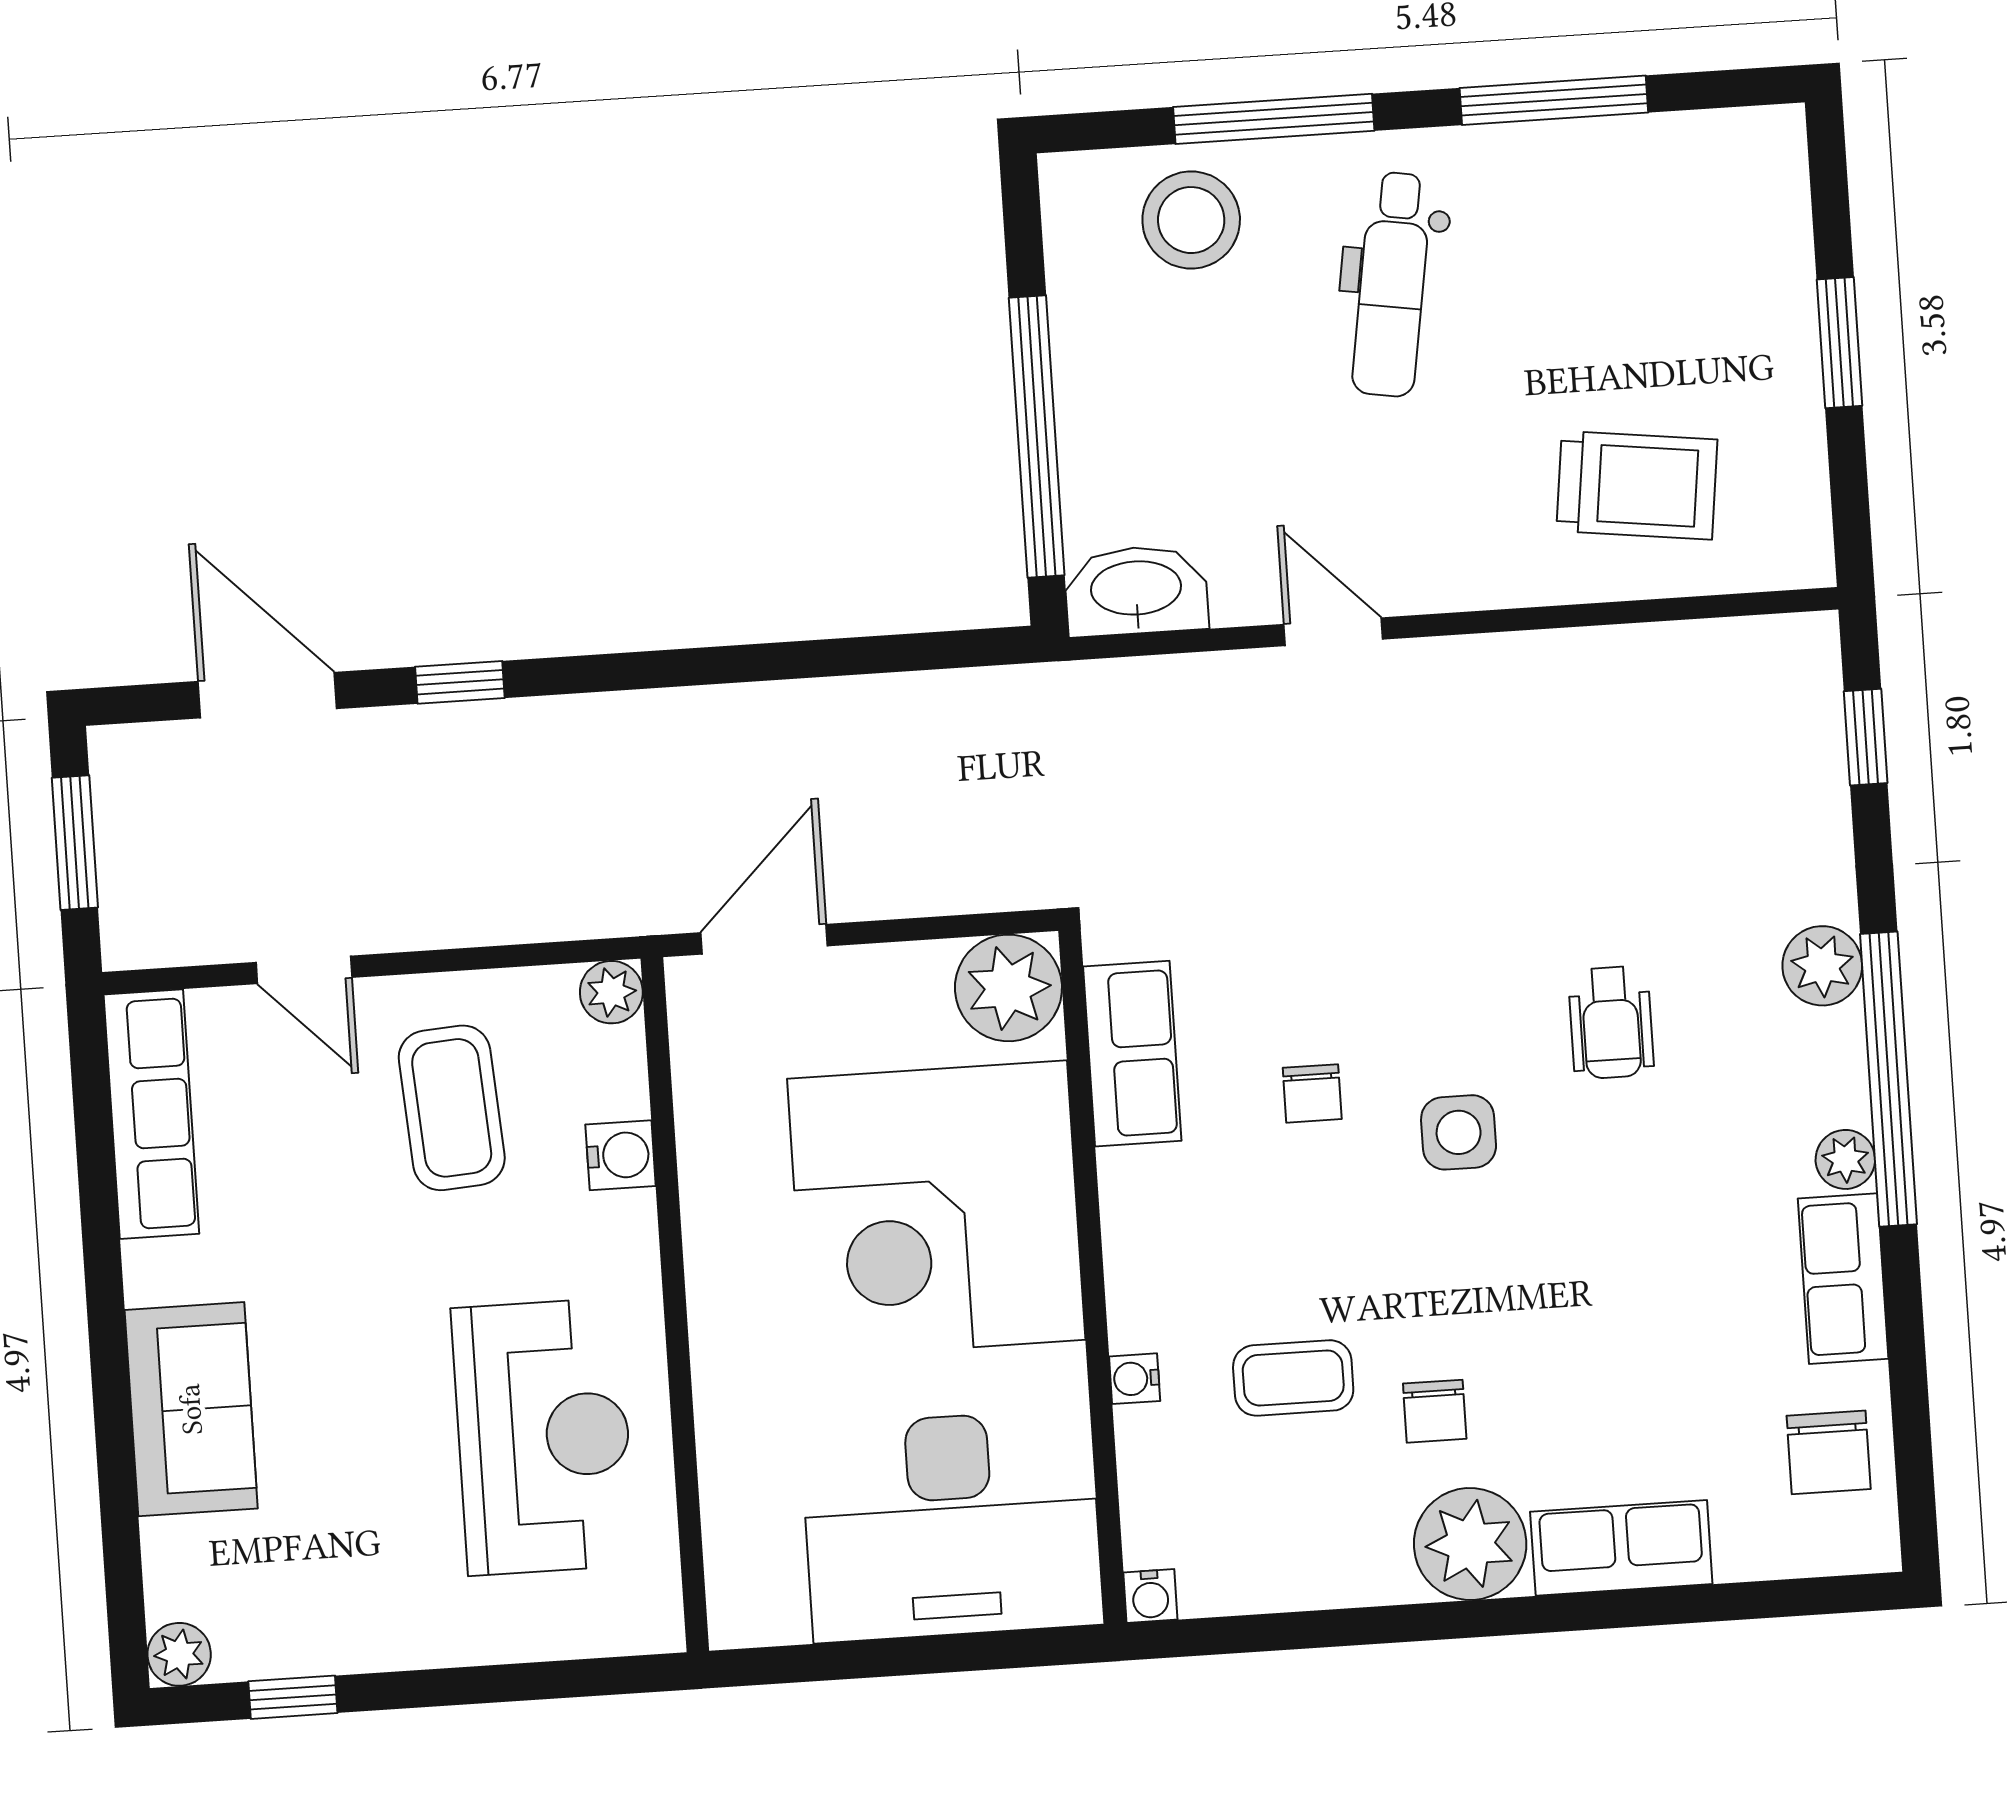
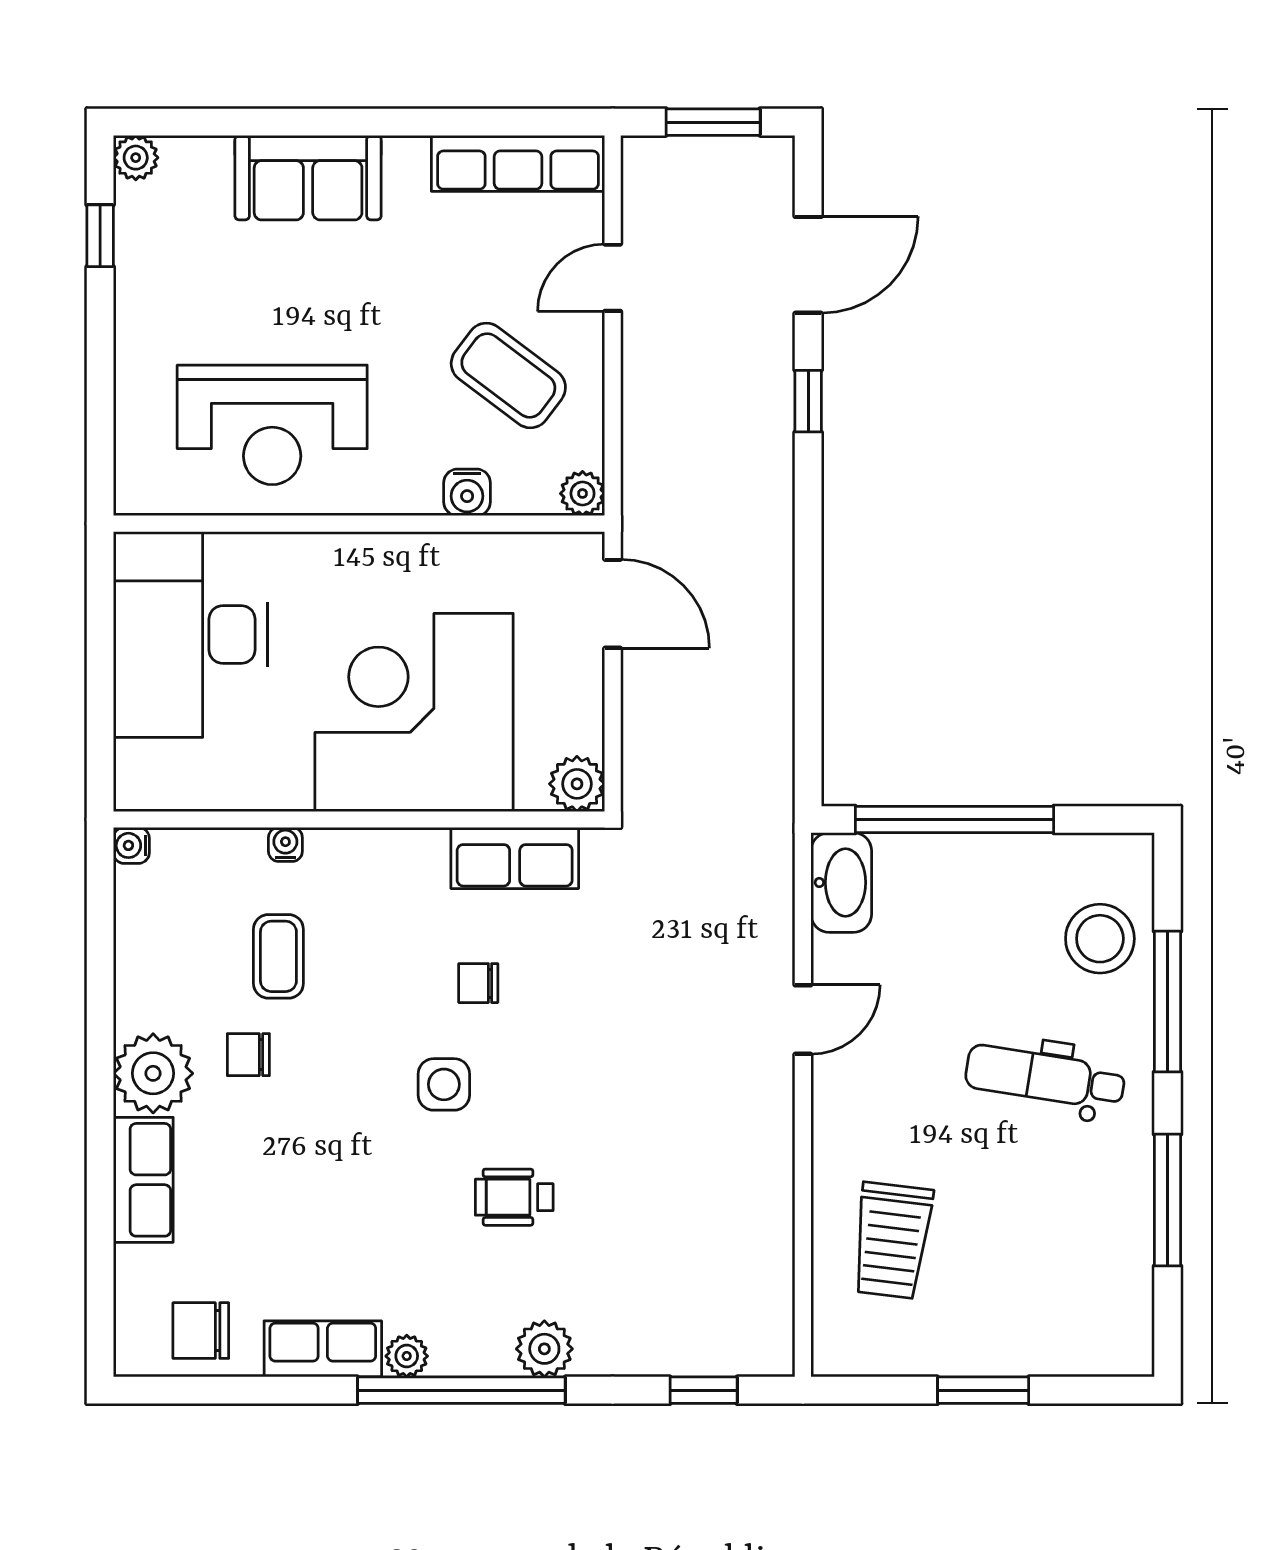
plant: (1008, 988) -> (577, 784), width x0.73, depth x0.73
coffee table: (452, 1108) -> (508, 375), turned 41
desk: (952, 1525) -> (190, 635), moved

